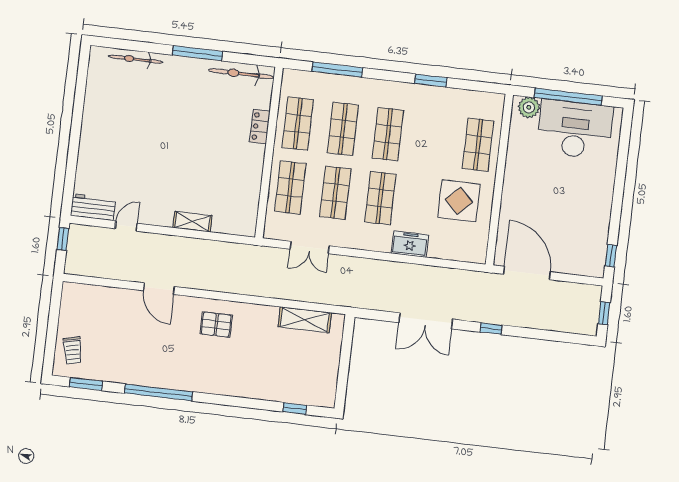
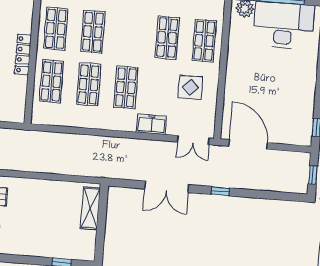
locker: (260, 126) -> (23, 55), moved, width x1.53
shop shelf: (388, 134) -> (167, 38), moved
display table: (459, 201) -> (190, 87), width x0.73, depth x0.73
double door: (310, 247) -> (193, 140), moved
shelving: (305, 320) -> (90, 208), moved, turned 90

